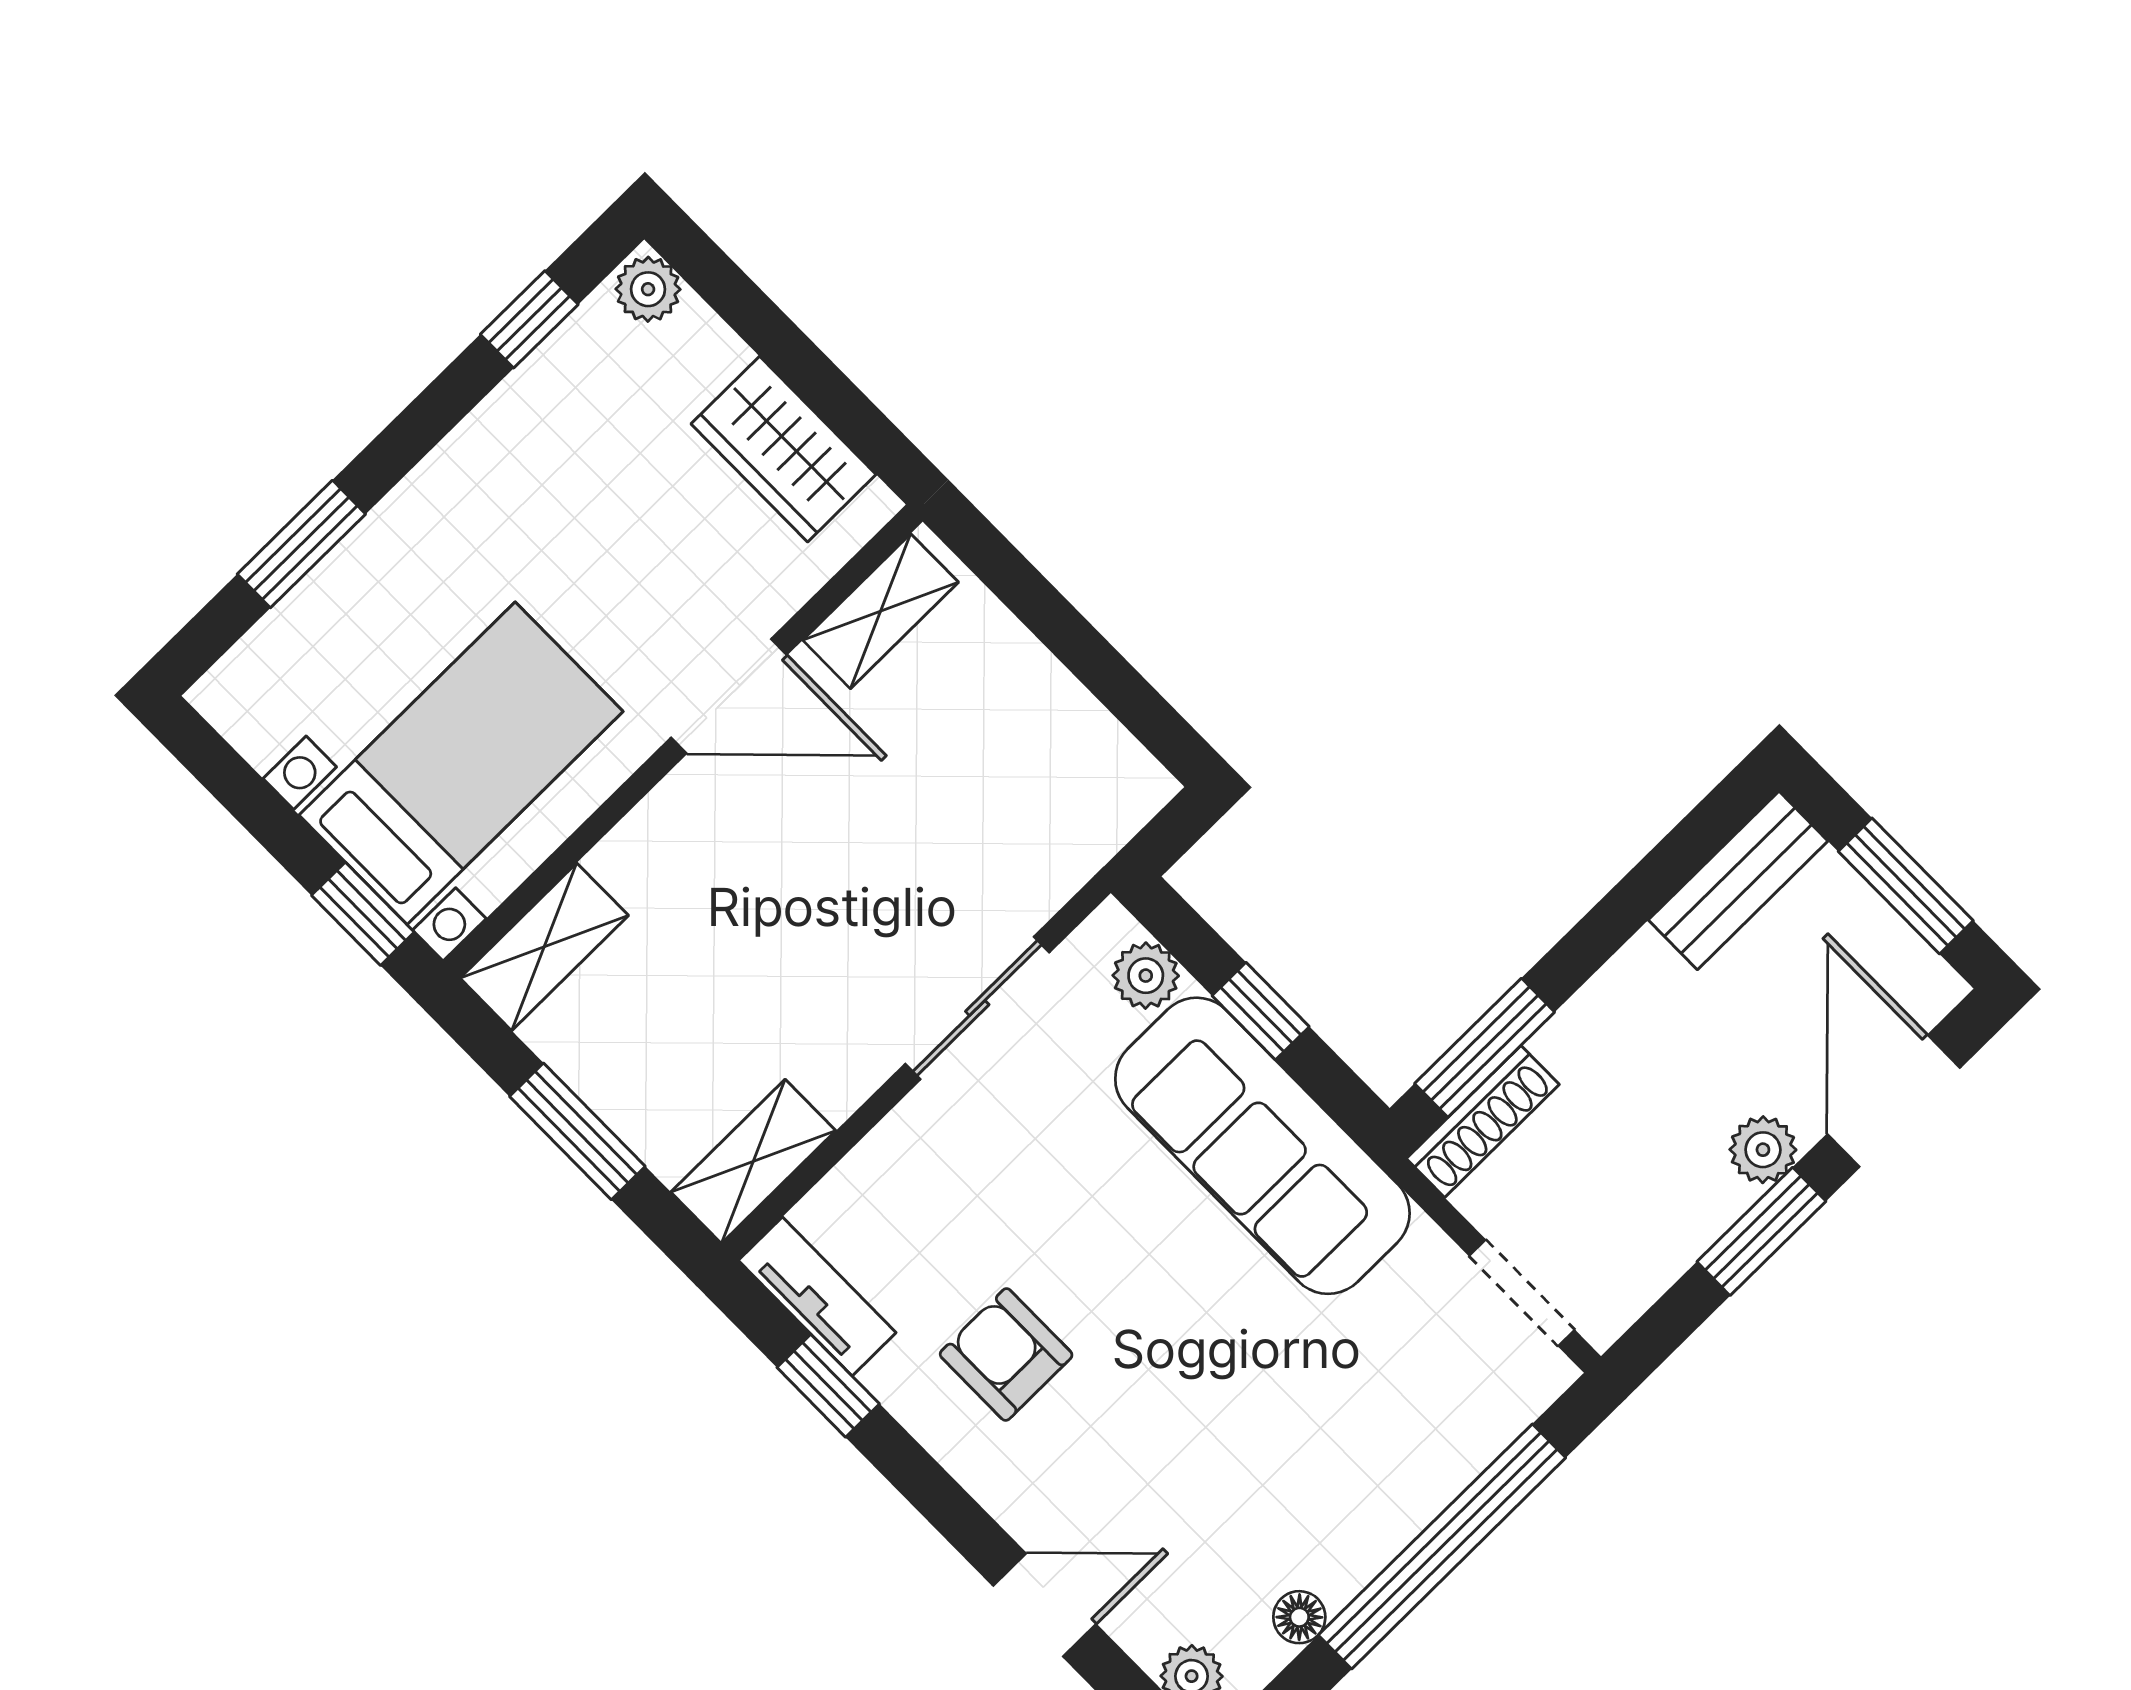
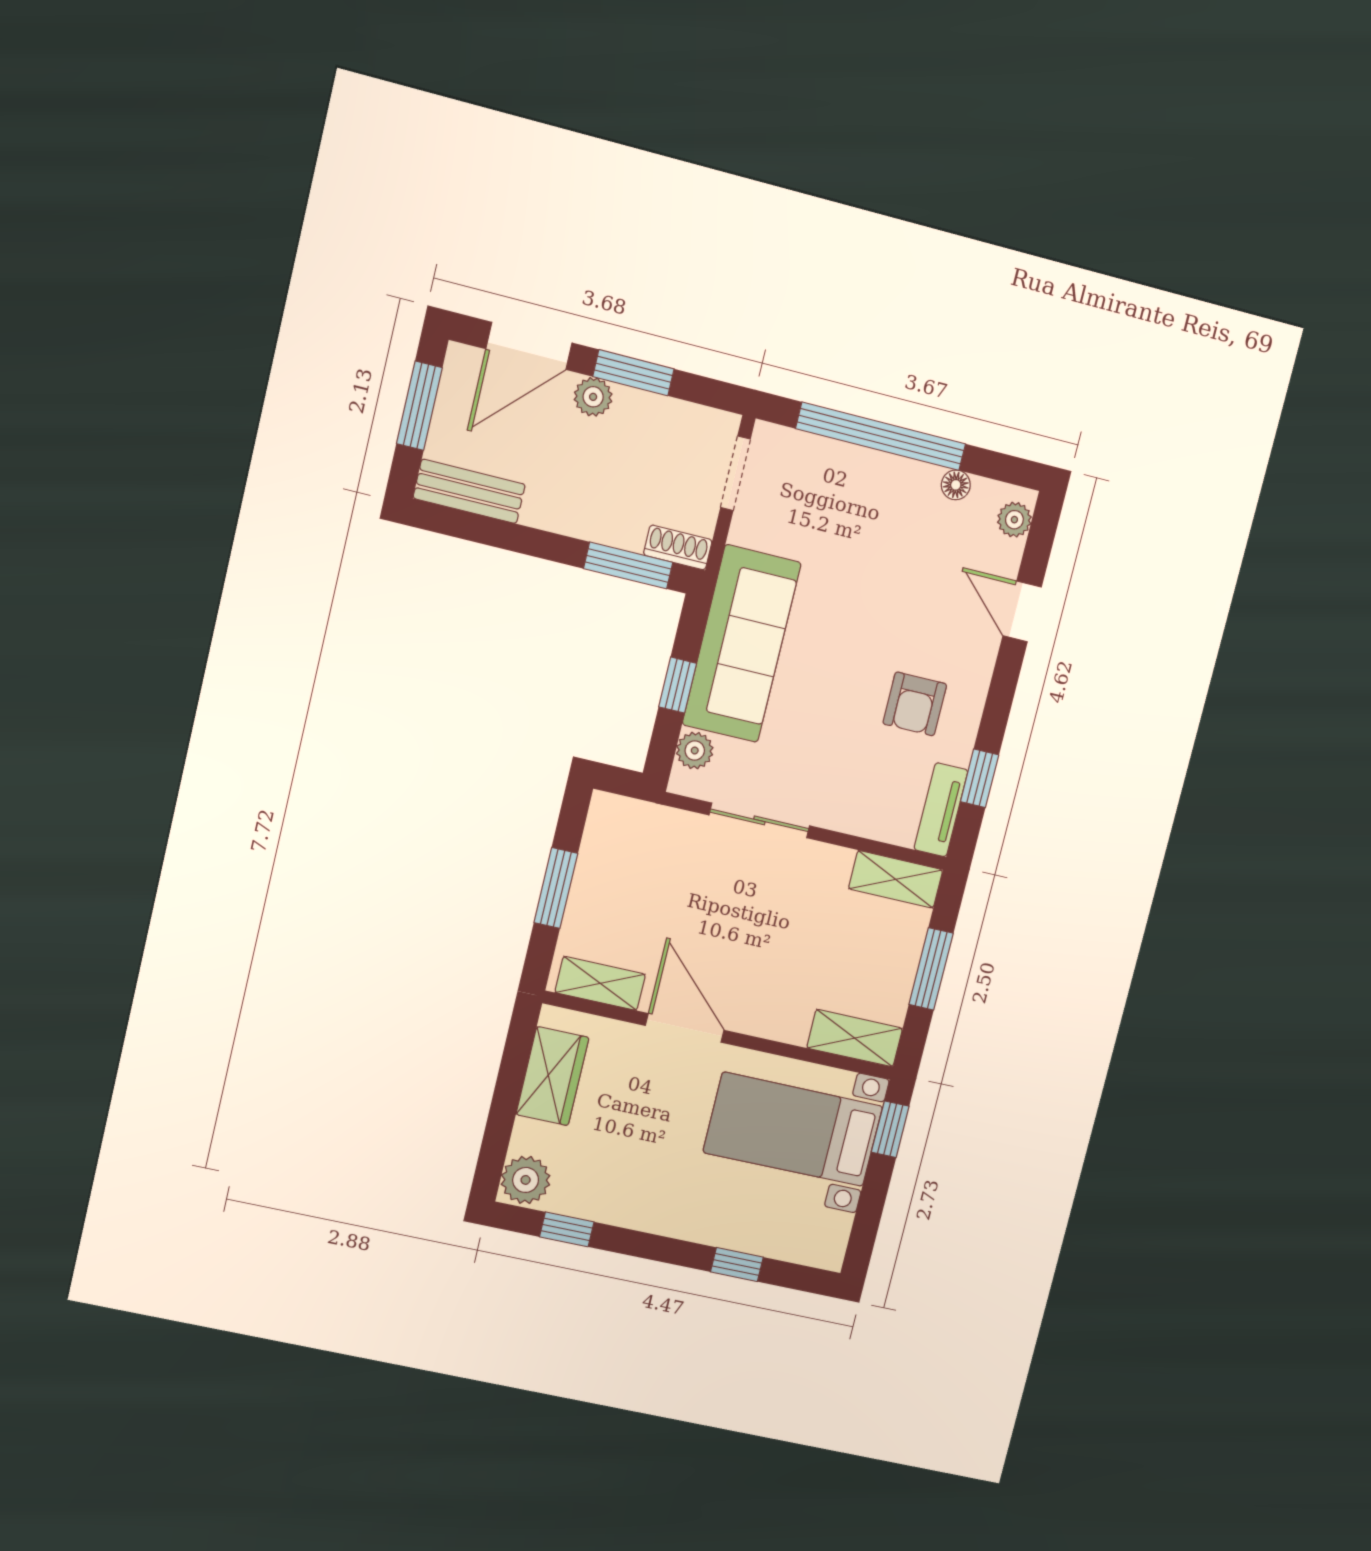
plant: (648, 289) -> (526, 1180), width x1.38, depth x1.38
window: (301, 544) -> (737, 1264), width x0.67
window: (1069, 636) -> (556, 888), added
shoe rack: (1483, 1122) -> (678, 547), width x0.70

